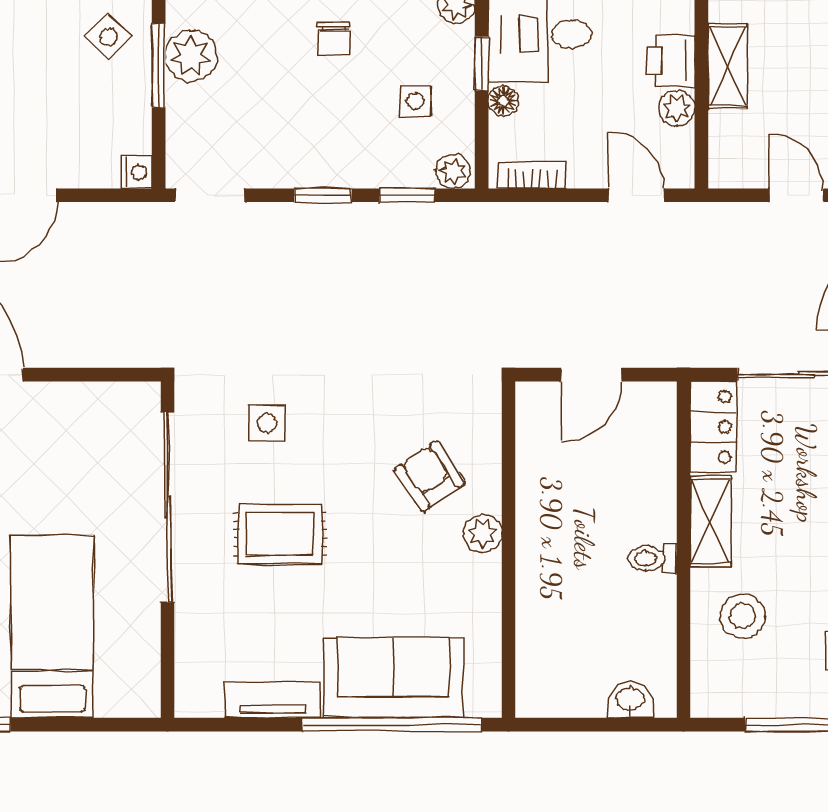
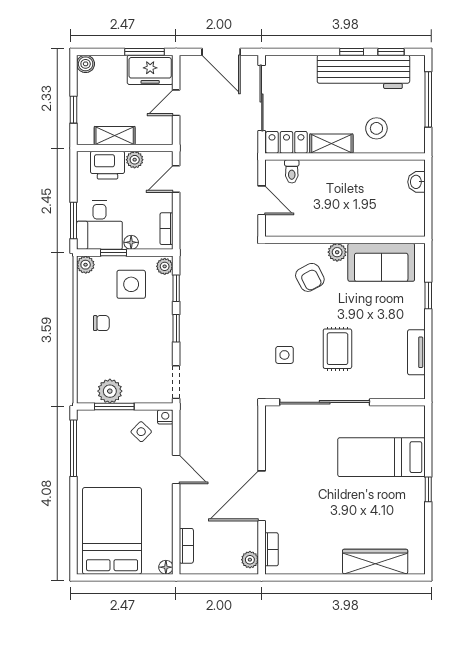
side table: (109, 37) -> (141, 432), moved
printer: (671, 61) -> (107, 165), width x1.36, depth x1.24
side table: (415, 101) -> (131, 284), width x1.87, depth x1.87
armchair: (430, 476) -> (310, 277), turned -84
toilet: (652, 558) -> (292, 171), moved
sofa: (393, 678) -> (381, 262), moved, turned -90
window: (392, 725) -> (428, 296), width x0.32

